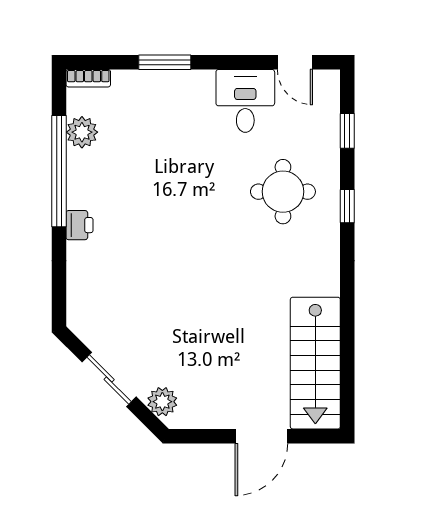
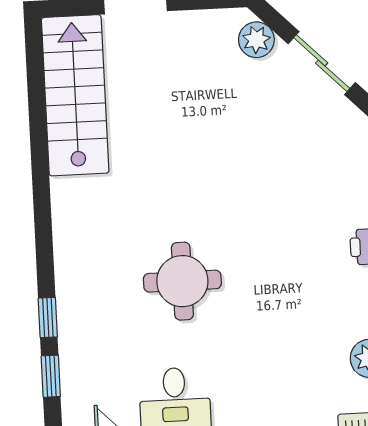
round table: (283, 192) -> (182, 281), moved
window: (347, 206) -> (48, 318), moved

